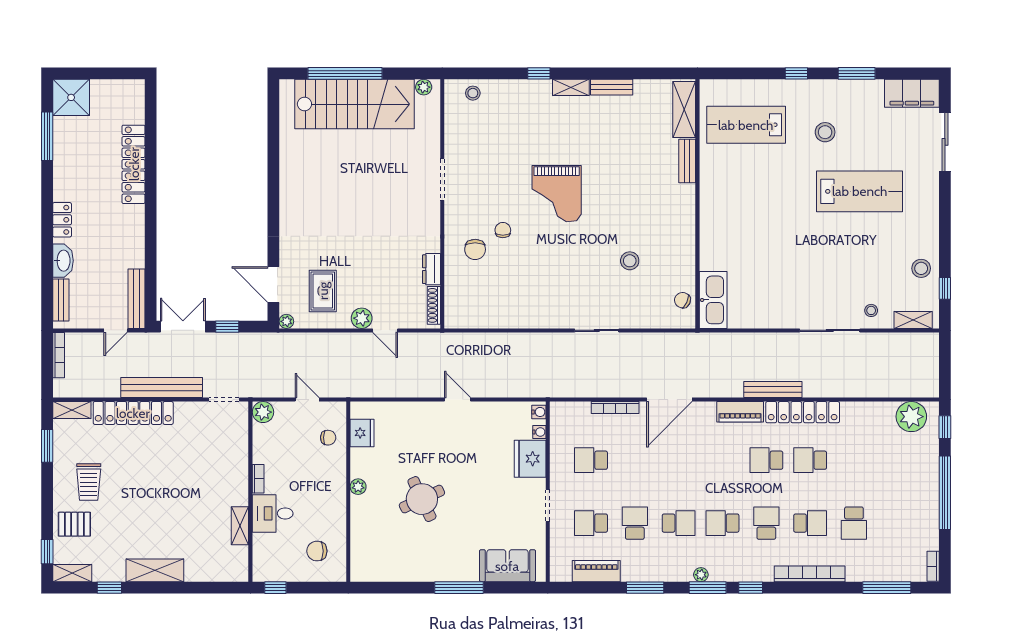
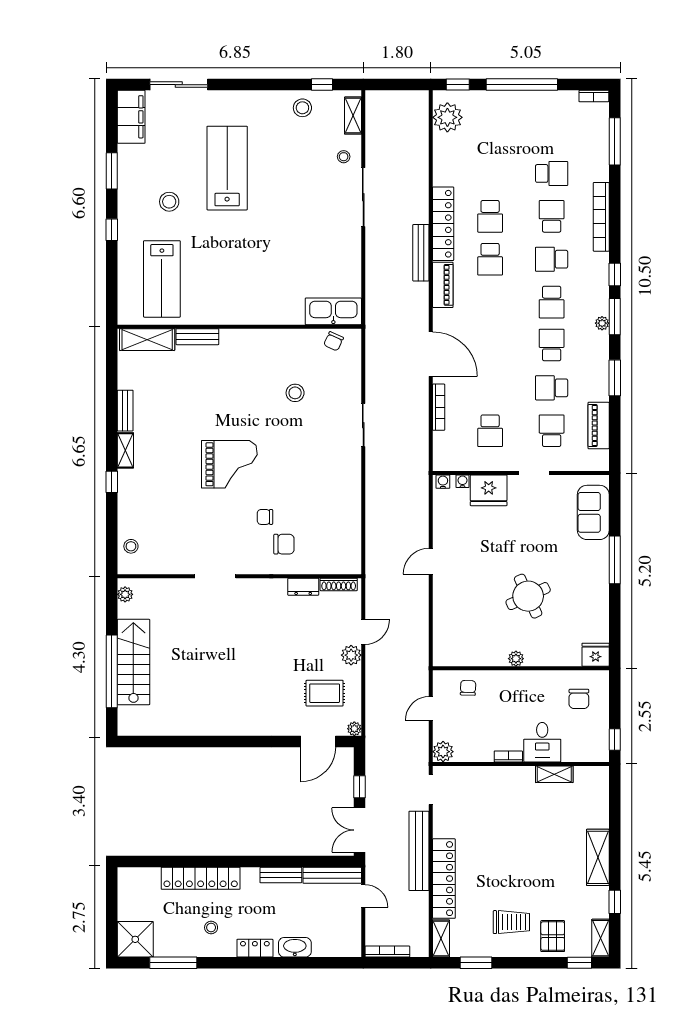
stairs: (355, 104) -> (133, 662), width x0.73, depth x0.66
stool: (83, 175) -> (211, 928), added
bench: (61, 300) -> (281, 875), moved
fridge: (362, 433) -> (596, 655), moved
school desk: (591, 523) -> (552, 431), turned 180

